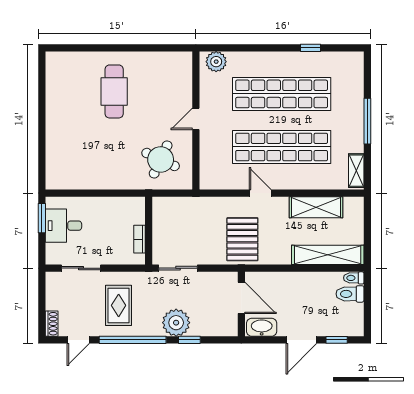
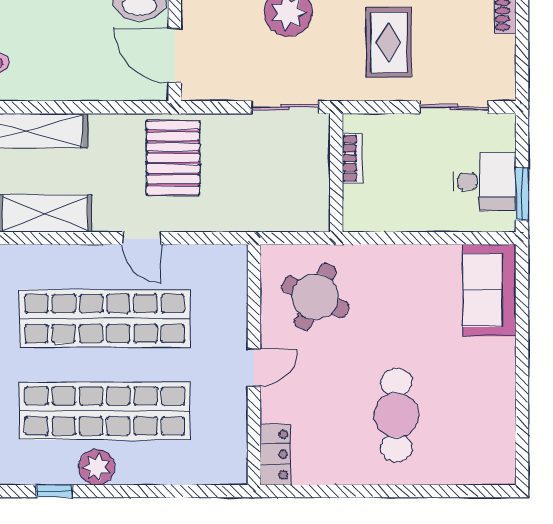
plant: (216, 62) -> (97, 467), moved
locker: (184, 69) -> (275, 455), added
sofa: (61, 163) -> (489, 290), added

